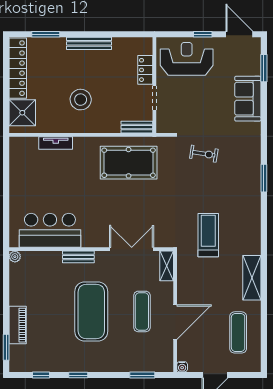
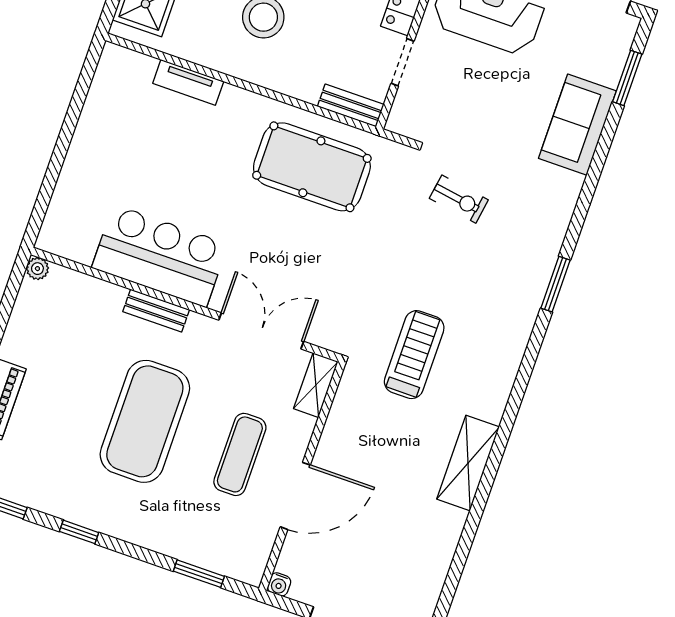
bar counter: (50, 230) -> (160, 256), moved
exercise mat: (238, 332) -> (406, 557), removed

